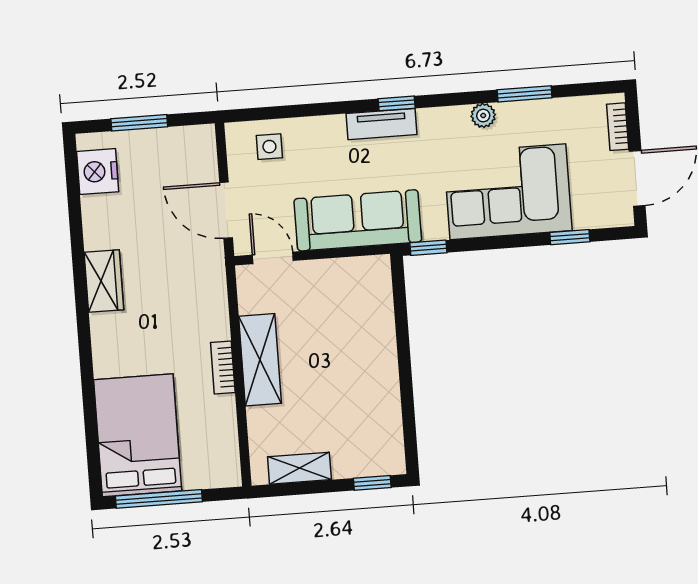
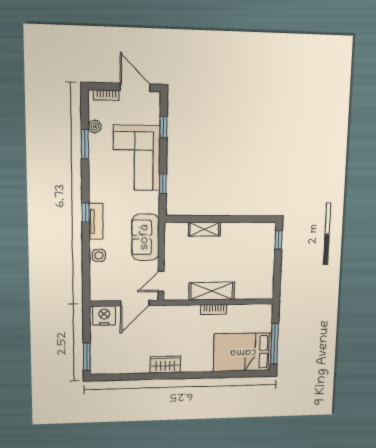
plant: (483, 115) -> (95, 126), moved
window: (139, 123) -> (87, 357), moved
side table: (269, 147) -> (99, 255), moved
nightstand: (98, 172) -> (104, 316), moved, turned 180
sofa: (358, 220) -> (145, 237), width x0.73
window: (428, 248) -> (163, 184), moved
shelving: (299, 468) -> (204, 229), moved, turned 90

